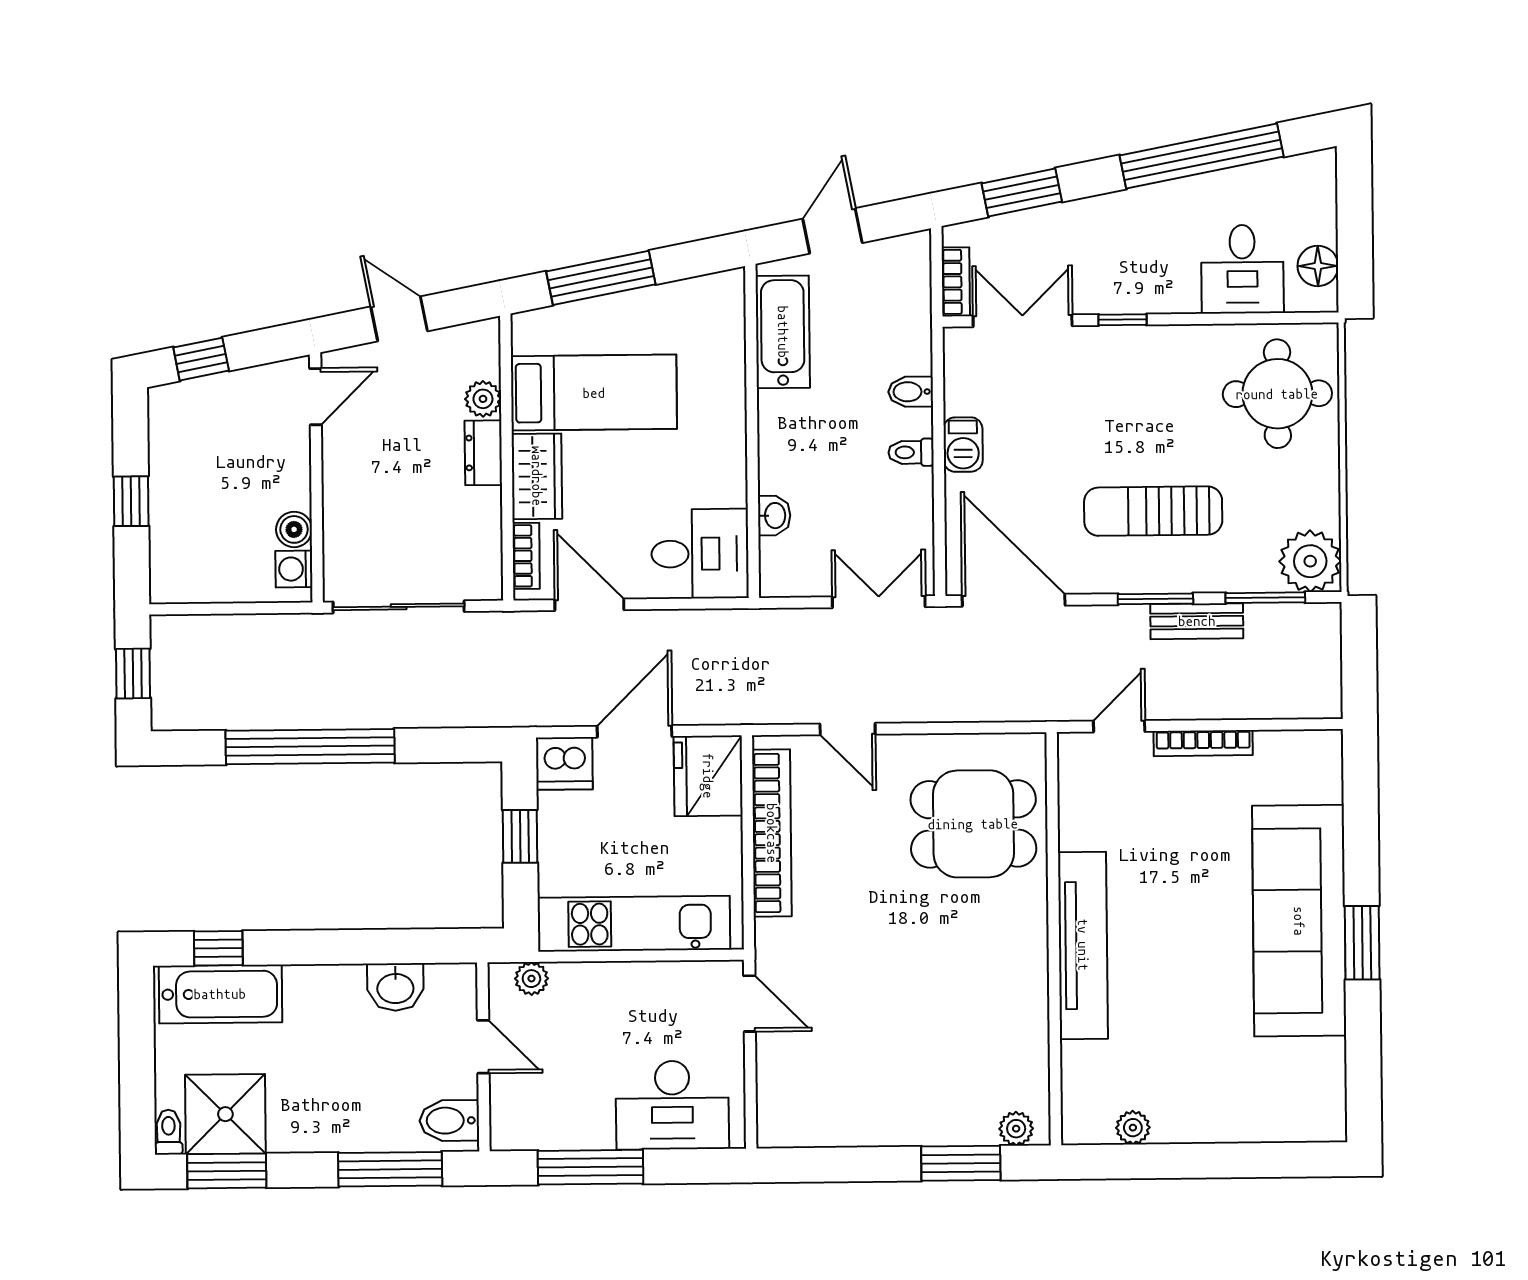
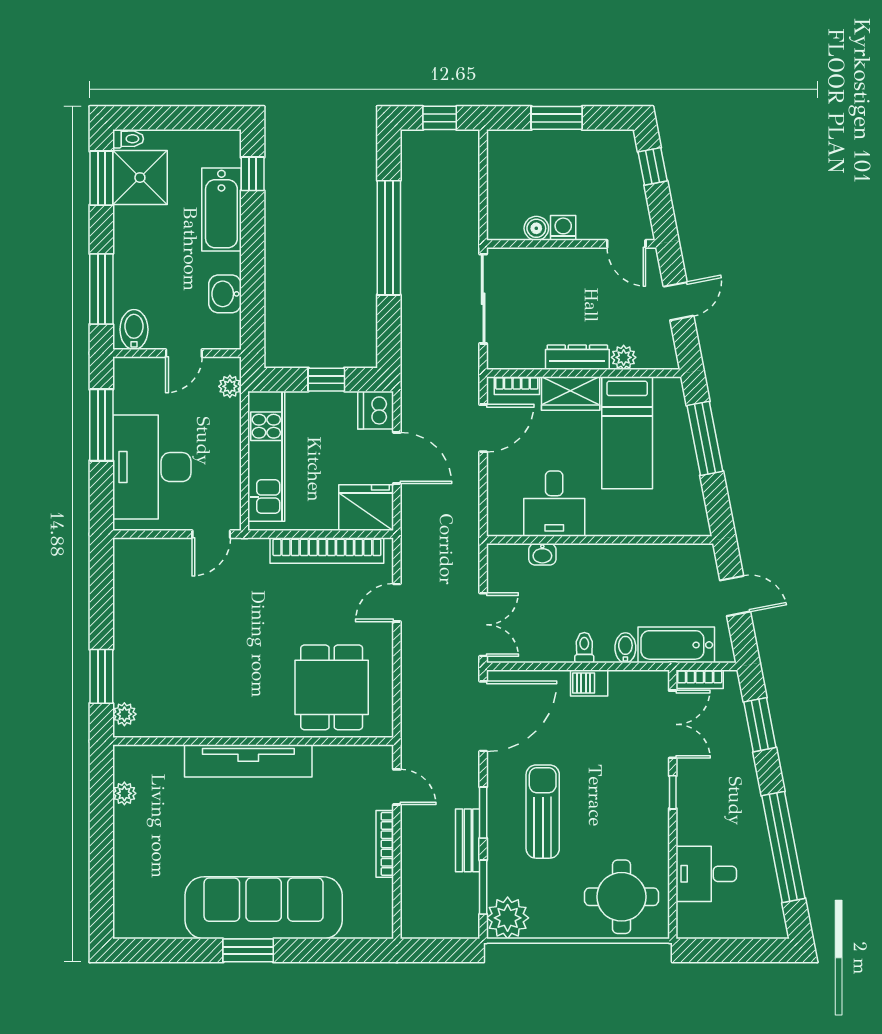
floor lamp: (1318, 266) -> (708, 925), removed
bathtub: (783, 332) -> (676, 645), moved, turned 180
dresser: (483, 453) -> (577, 357), width x1.44
window: (131, 501) -> (557, 118), width x1.50
desk: (700, 554) -> (554, 504), moved
washing machine: (294, 569) -> (563, 228), moved
bathtub: (220, 994) -> (221, 210), moved
desk: (672, 1105) -> (152, 467), width x1.36, depth x1.30

